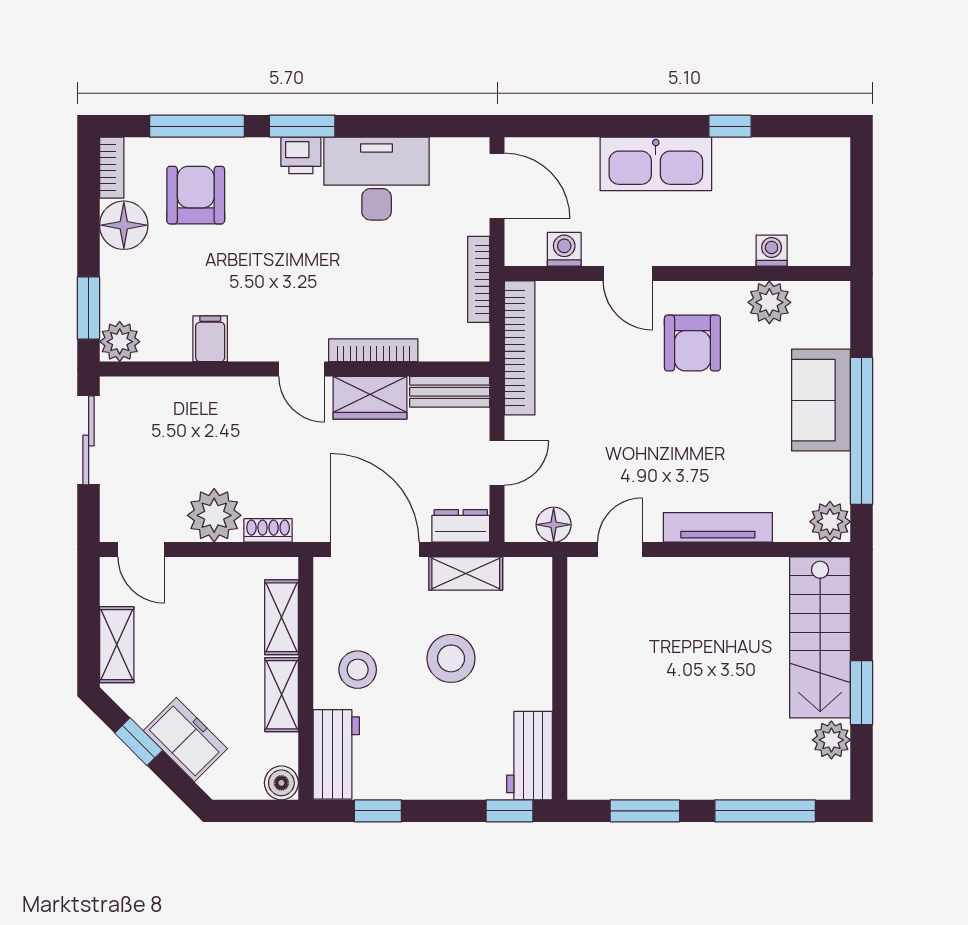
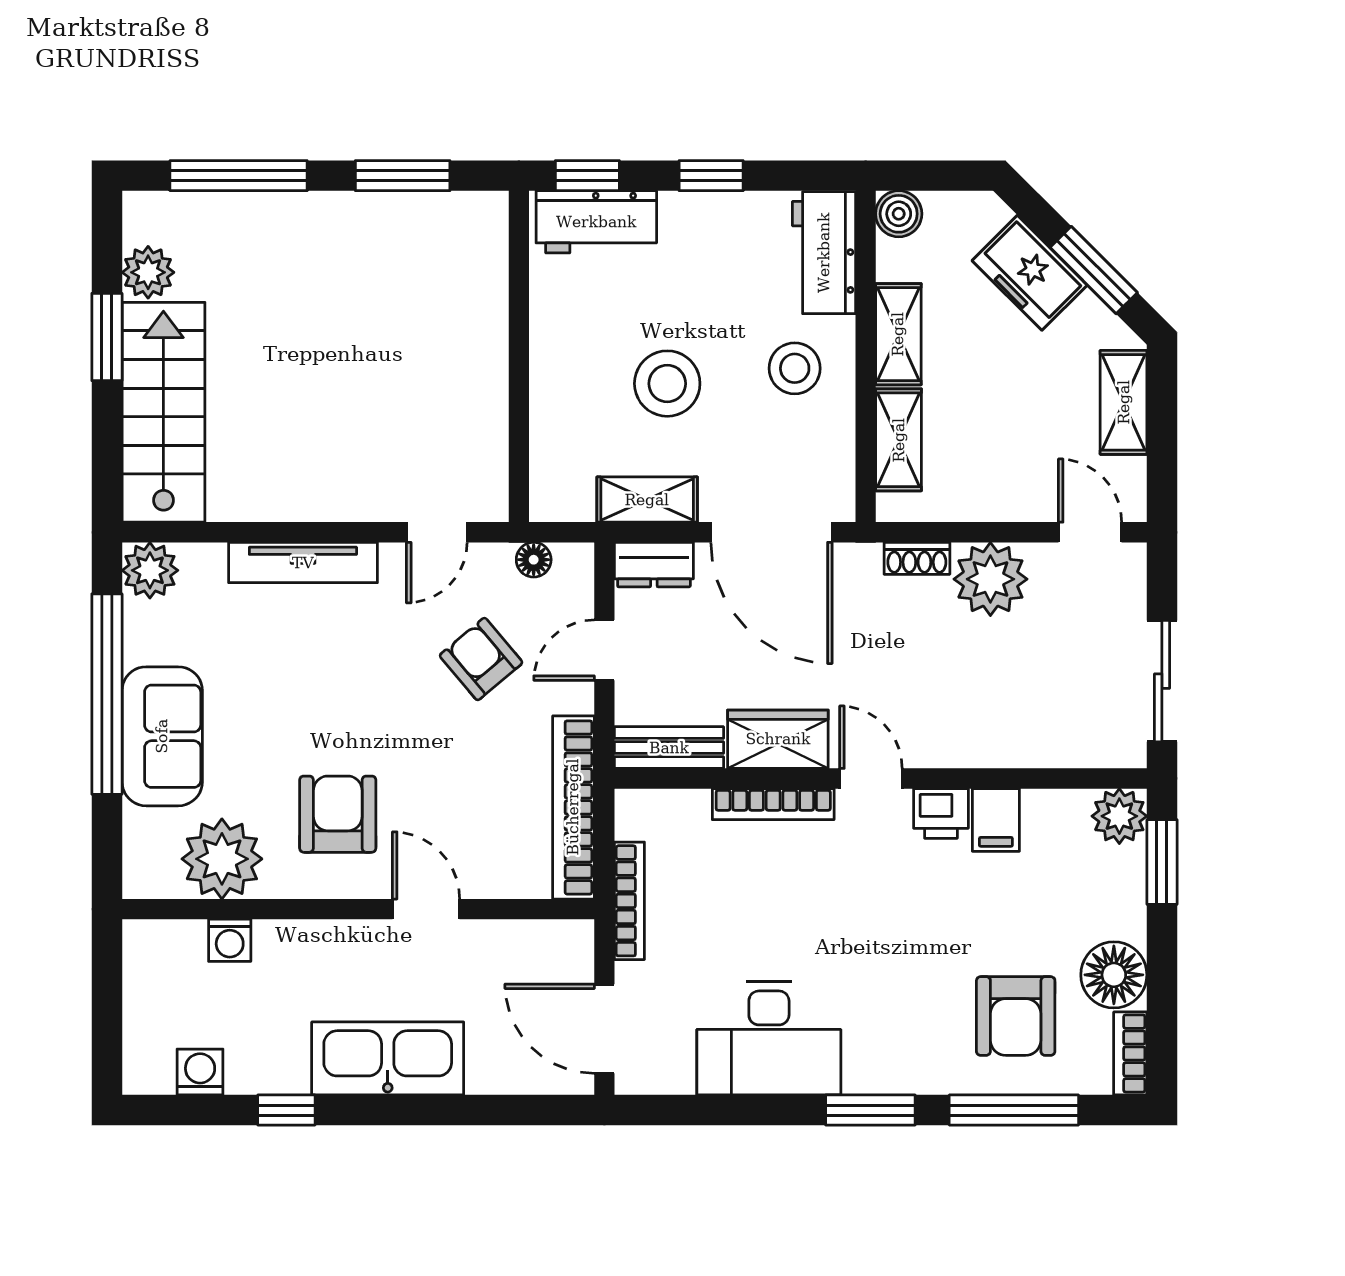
printer: (301, 155) -> (941, 813), moved, turned 180
washing machine: (564, 249) -> (200, 1072), moved, turned 180
plant: (769, 302) -> (222, 859), width x1.36, depth x1.36
armchair: (587, 457) -> (481, 659), added
floor lamp: (554, 525) -> (534, 560), width x0.73, depth x0.73
window: (139, 742) -> (1094, 270), width x1.50
workbench: (529, 756) -> (596, 222), moved, turned 90
window: (378, 811) -> (711, 176), moved

